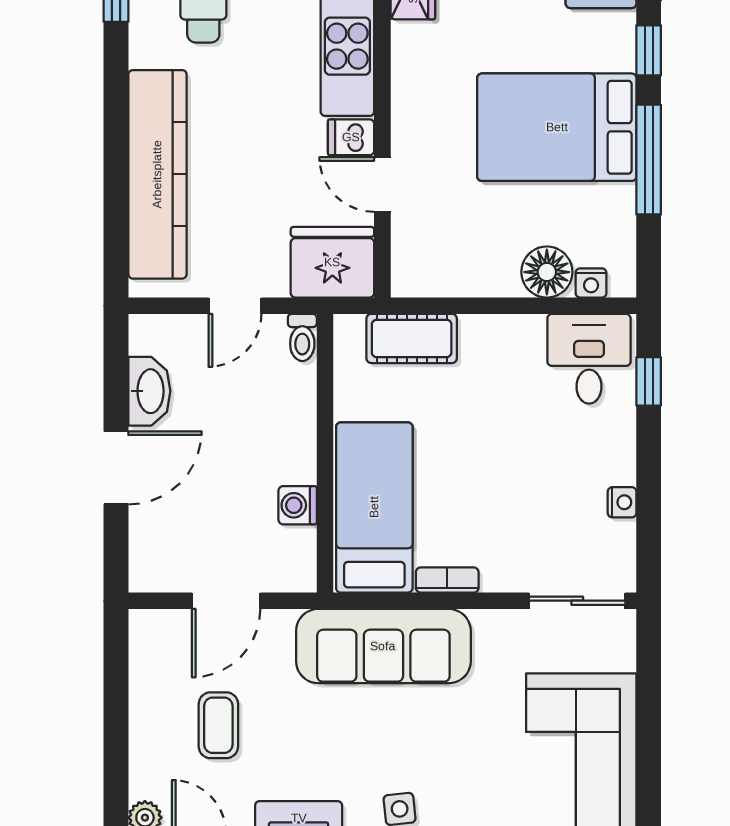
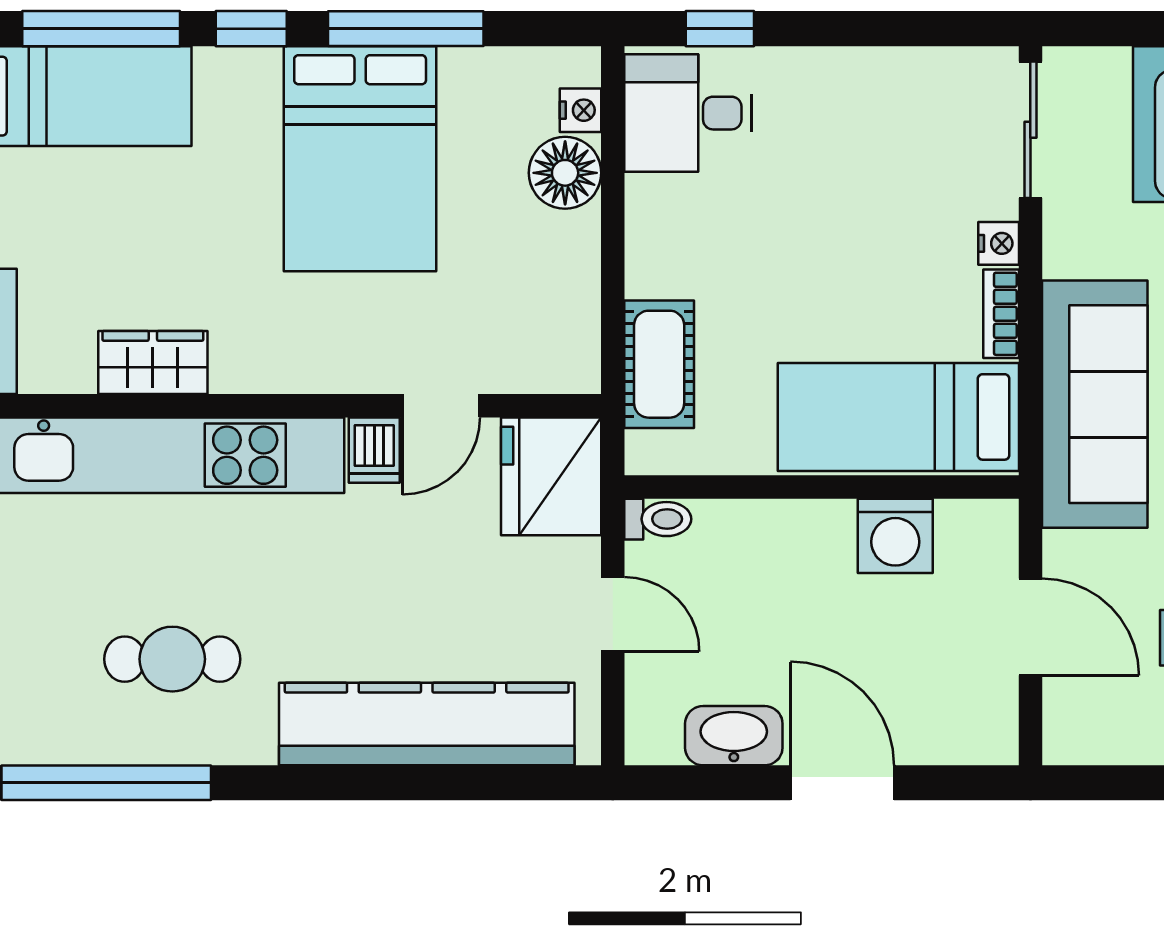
nightstand: (622, 502) -> (999, 243), moved, turned 90
washing machine: (298, 505) -> (895, 536), width x1.38, depth x1.38

